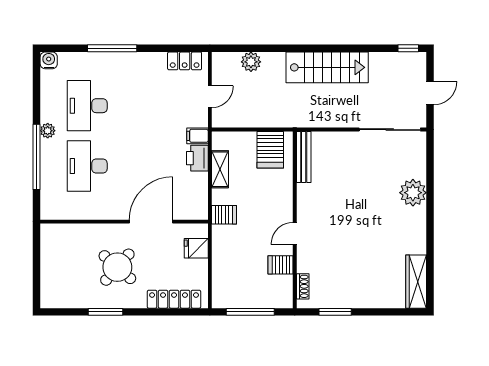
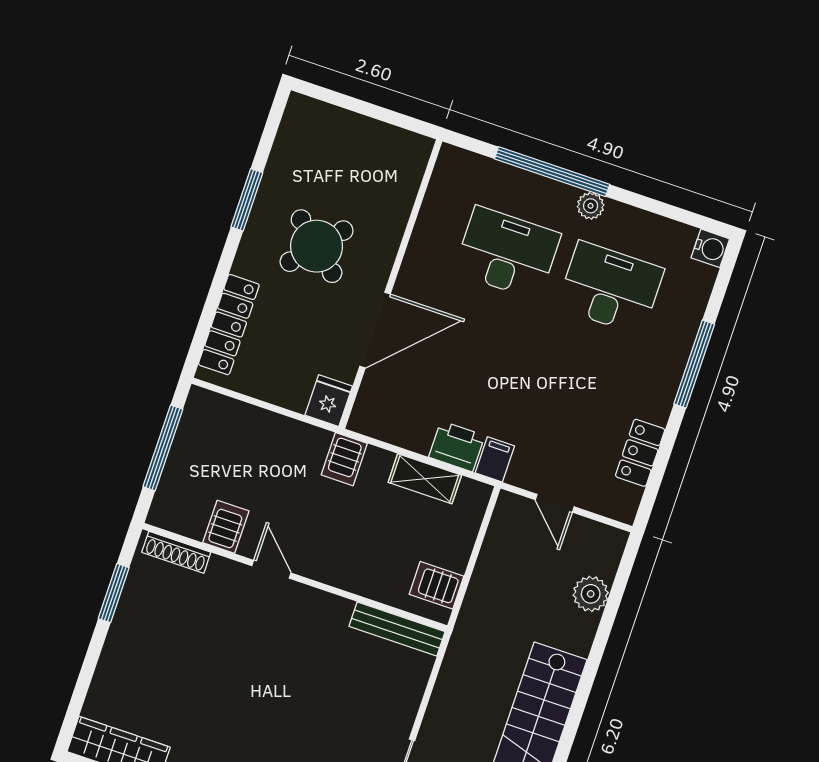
locker: (185, 61) -> (640, 453), moved
server rack: (270, 150) -> (436, 585), width x0.73, depth x0.70
door: (151, 222) -> (375, 330), hinge flipped
fridge: (196, 248) -> (329, 401), moved
shoe rack: (303, 286) -> (176, 552), width x1.43

